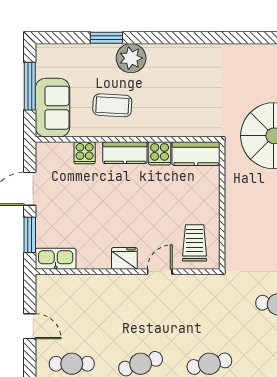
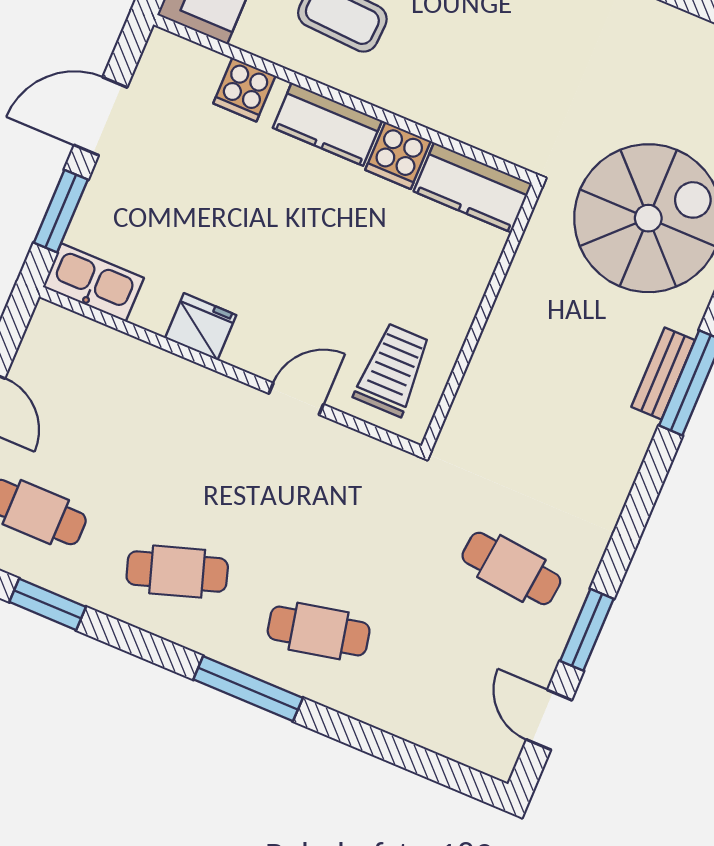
fridge: (124, 258) -> (201, 327), moved

